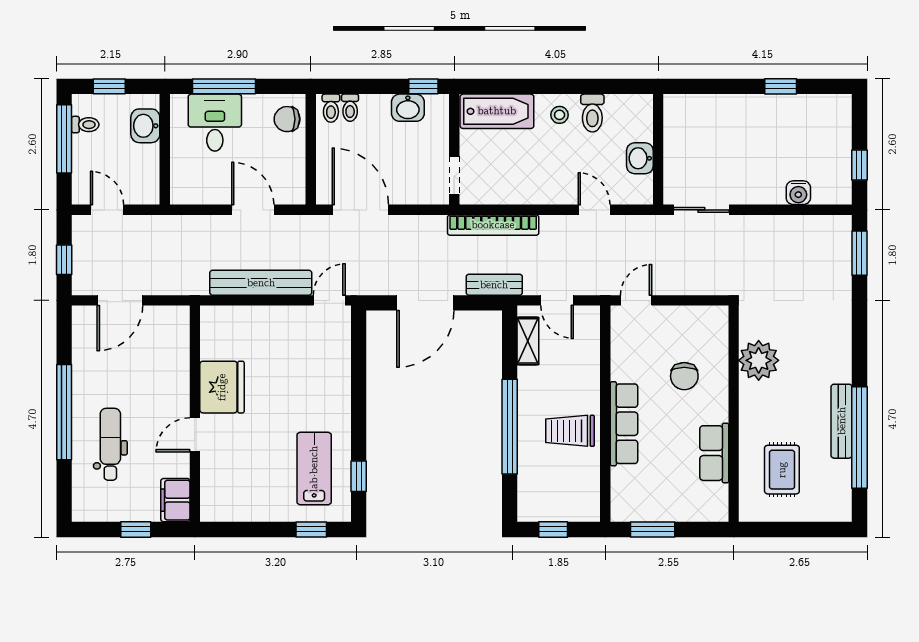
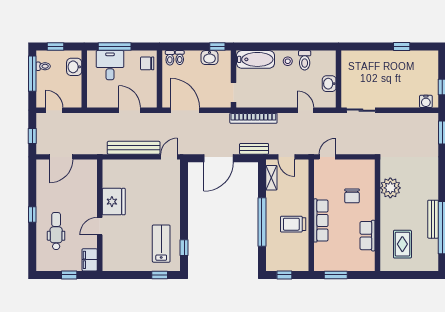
water cooler: (798, 193) -> (426, 101), moved
window: (64, 412) -> (32, 215), width x0.32

